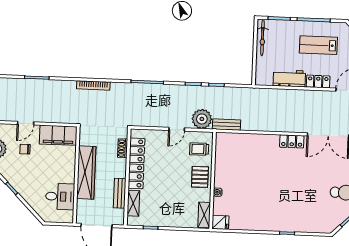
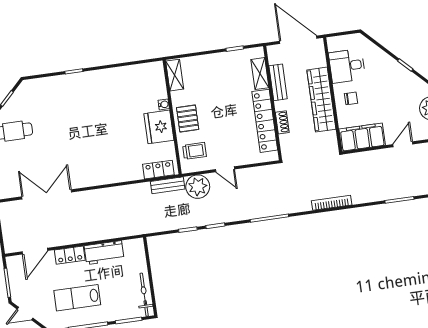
lab bench: (318, 45) -> (77, 298), turned 180
door: (177, 129) -> (225, 169), swing flipped
locker: (292, 141) -> (158, 170), moved
shoe rack: (123, 148) -> (282, 122), moved
chair: (25, 149) -> (351, 98), moved
fridge: (220, 222) -> (159, 127), moved, width x1.88, depth x1.34

